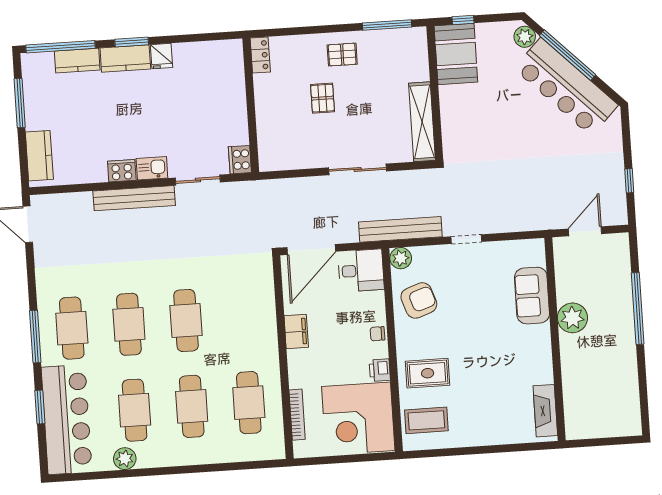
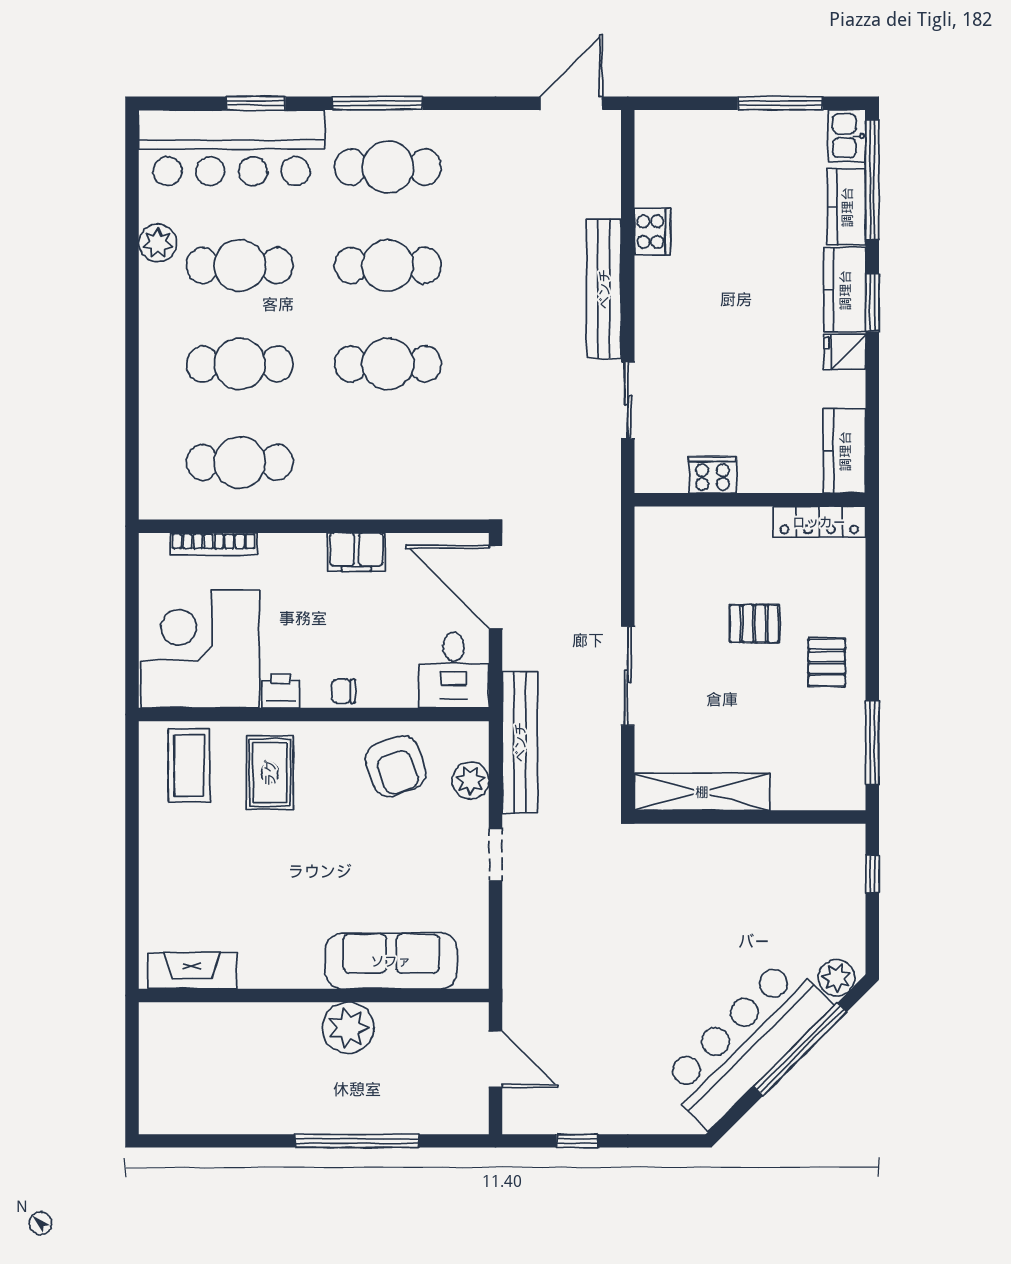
booth: (456, 54) -> (815, 858), removed
locker: (260, 55) -> (819, 522), width x1.53
kitchen counter: (39, 156) -> (845, 451), moved, turned 90
cooker: (240, 160) -> (713, 475), moved
kitchen sink: (152, 168) -> (847, 136), moved, turned 180
cooker: (122, 171) -> (652, 232), moved
plant: (401, 258) -> (471, 781), moved
sofa: (532, 296) -> (391, 961), width x1.36
chair: (377, 334) -> (343, 691), turned -90

